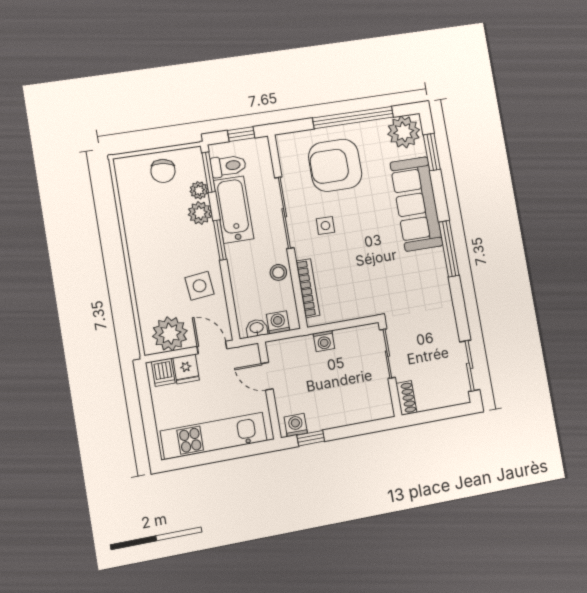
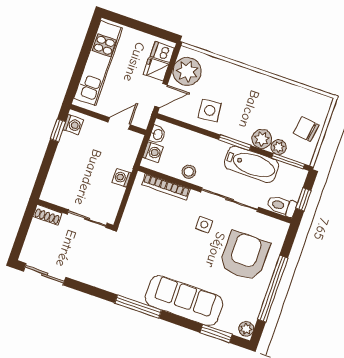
plant: (404, 132) -> (246, 329), width x0.53, depth x0.53
toilet: (228, 166) -> (282, 206), moved, turned 90

